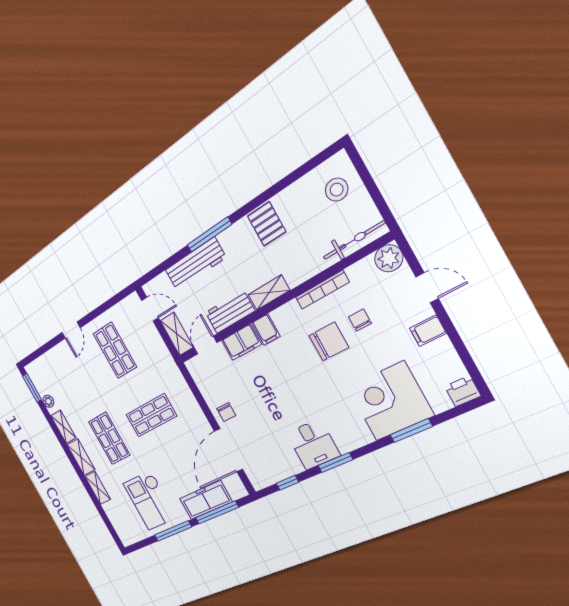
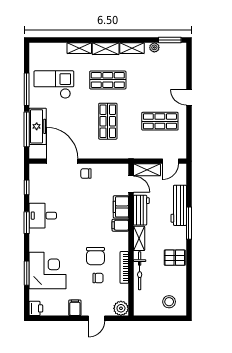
bicycle: (354, 240) -> (140, 271), moved

